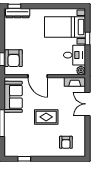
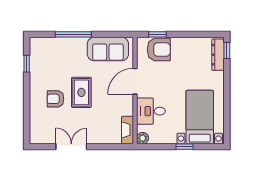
desk: (75, 55) -> (151, 111), moved, turned 90
armchair: (14, 58) -> (159, 50), turned 180
double door: (87, 104) -> (71, 147), moved
armchair: (66, 142) -> (55, 99), moved

